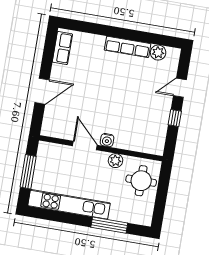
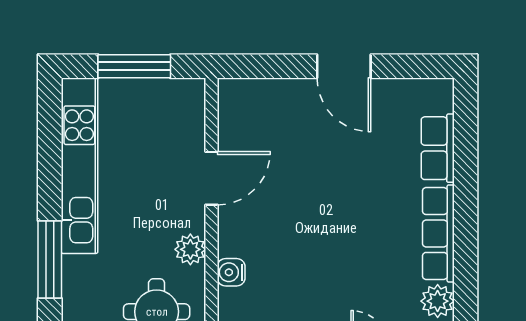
row of seats: (62, 48) -> (438, 148), moved, turned 90
door: (42, 91) -> (344, 66), moved
water cooler: (107, 140) -> (231, 272), moved

